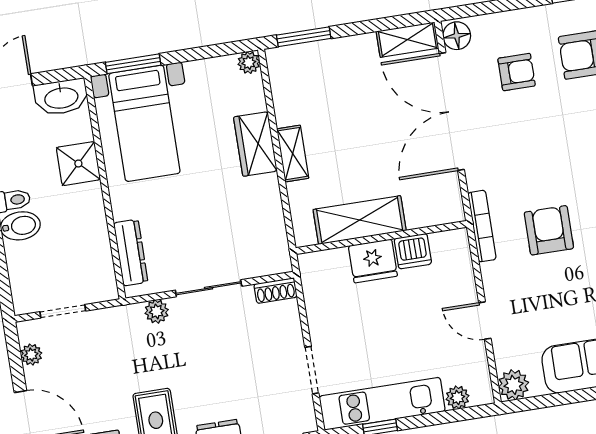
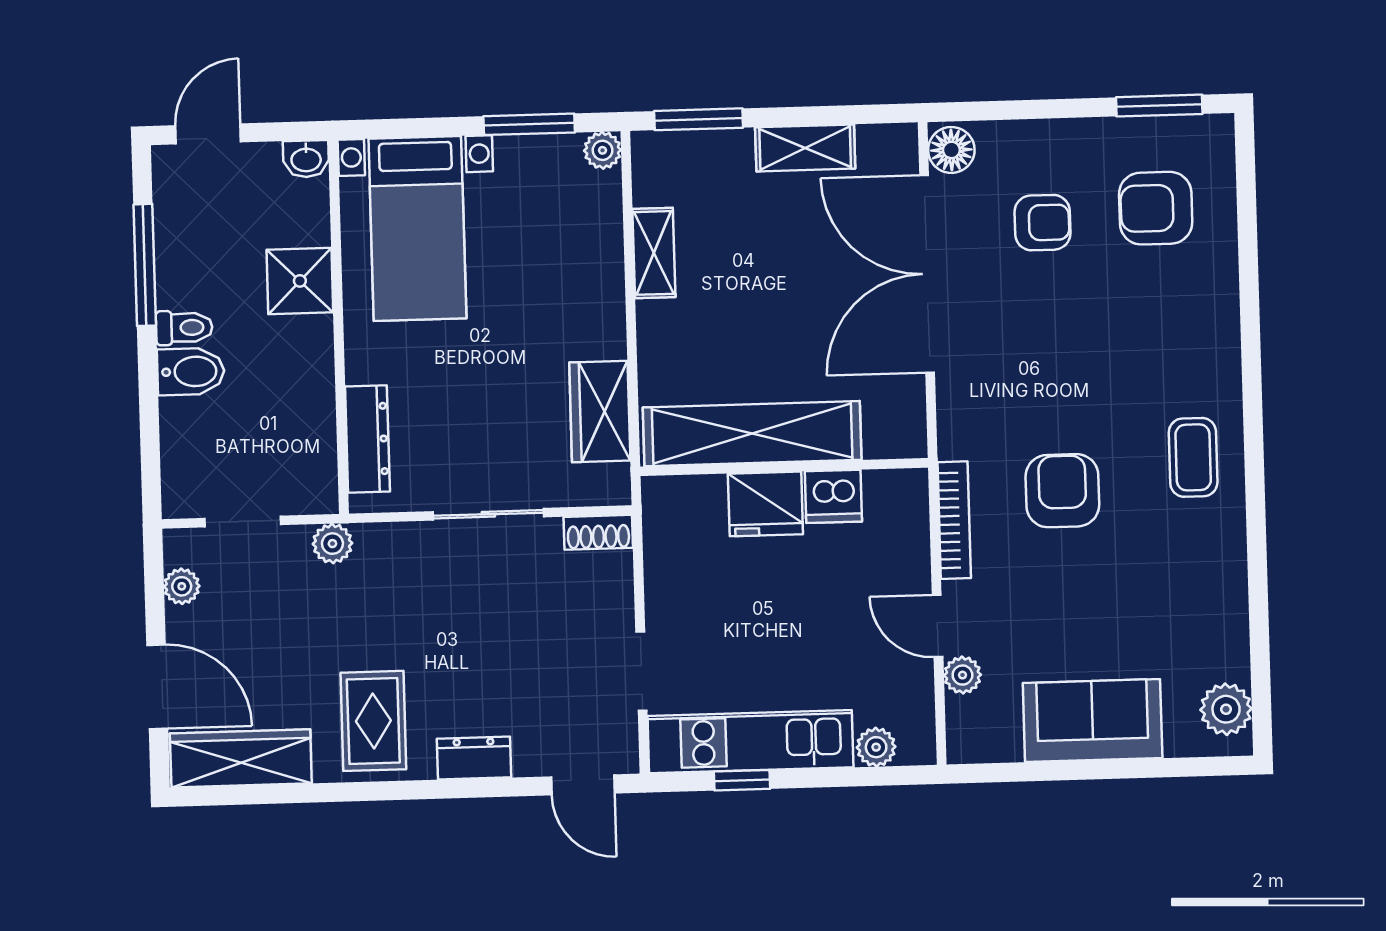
shelving: (407, 40) -> (805, 148), moved
window: (133, 64) -> (529, 124), moved
washbasin: (61, 97) -> (306, 159), width x0.52, depth x0.69
wardrobe: (255, 144) -> (600, 412), moved
shelving: (293, 154) -> (654, 253), moved
shelving: (360, 220) -> (752, 434), width x1.47
bookcase: (482, 226) -> (954, 520), moved
plant: (157, 311) -> (332, 544), moved
plant: (514, 385) -> (962, 675), moved, width x0.73, depth x0.73

